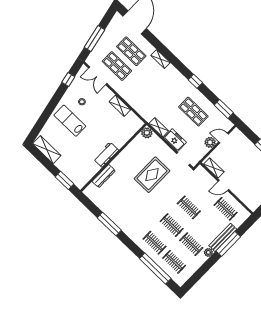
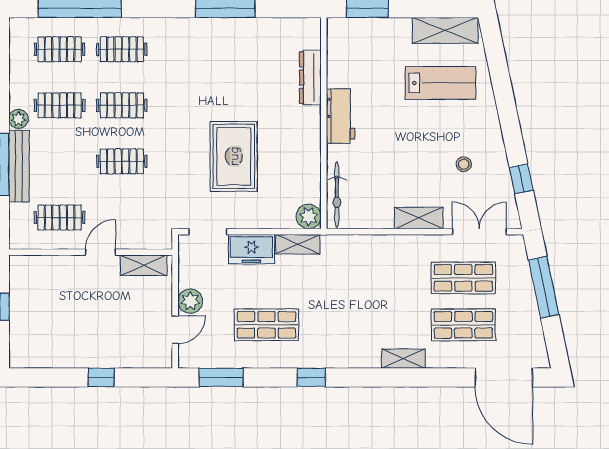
shelving: (120, 106) -> (419, 218), moved
lab bench: (70, 121) -> (440, 83), moved
bicycle: (131, 131) -> (337, 194), added

